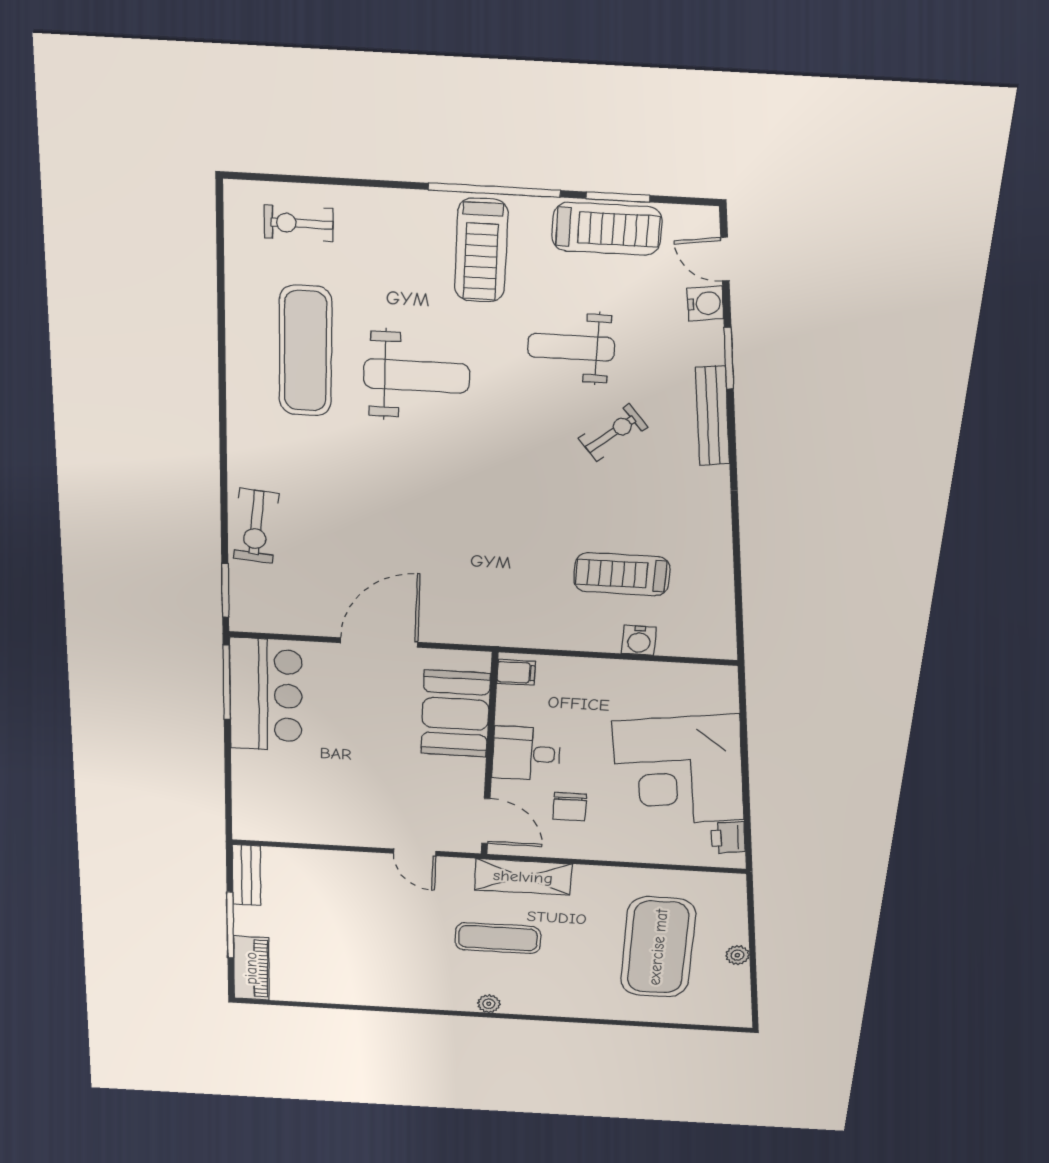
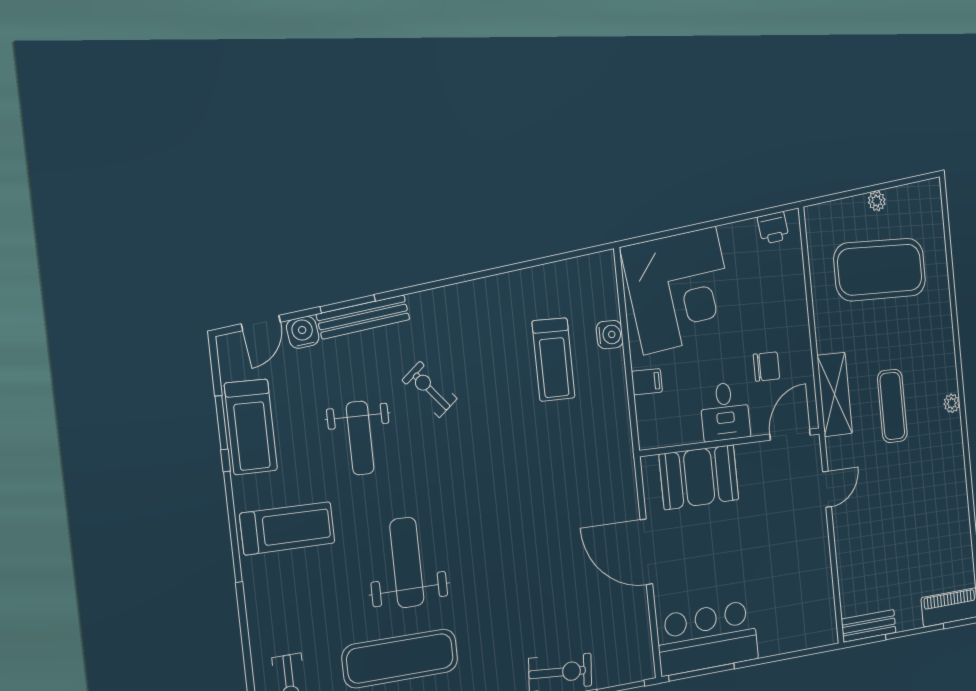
treadmill: (607, 229) -> (251, 427), turned 180
bench: (713, 416) -> (363, 317), moved
filing cabinet: (516, 672) -> (647, 382), moved, turned 90
corner desk: (679, 771) -> (680, 290), moved

